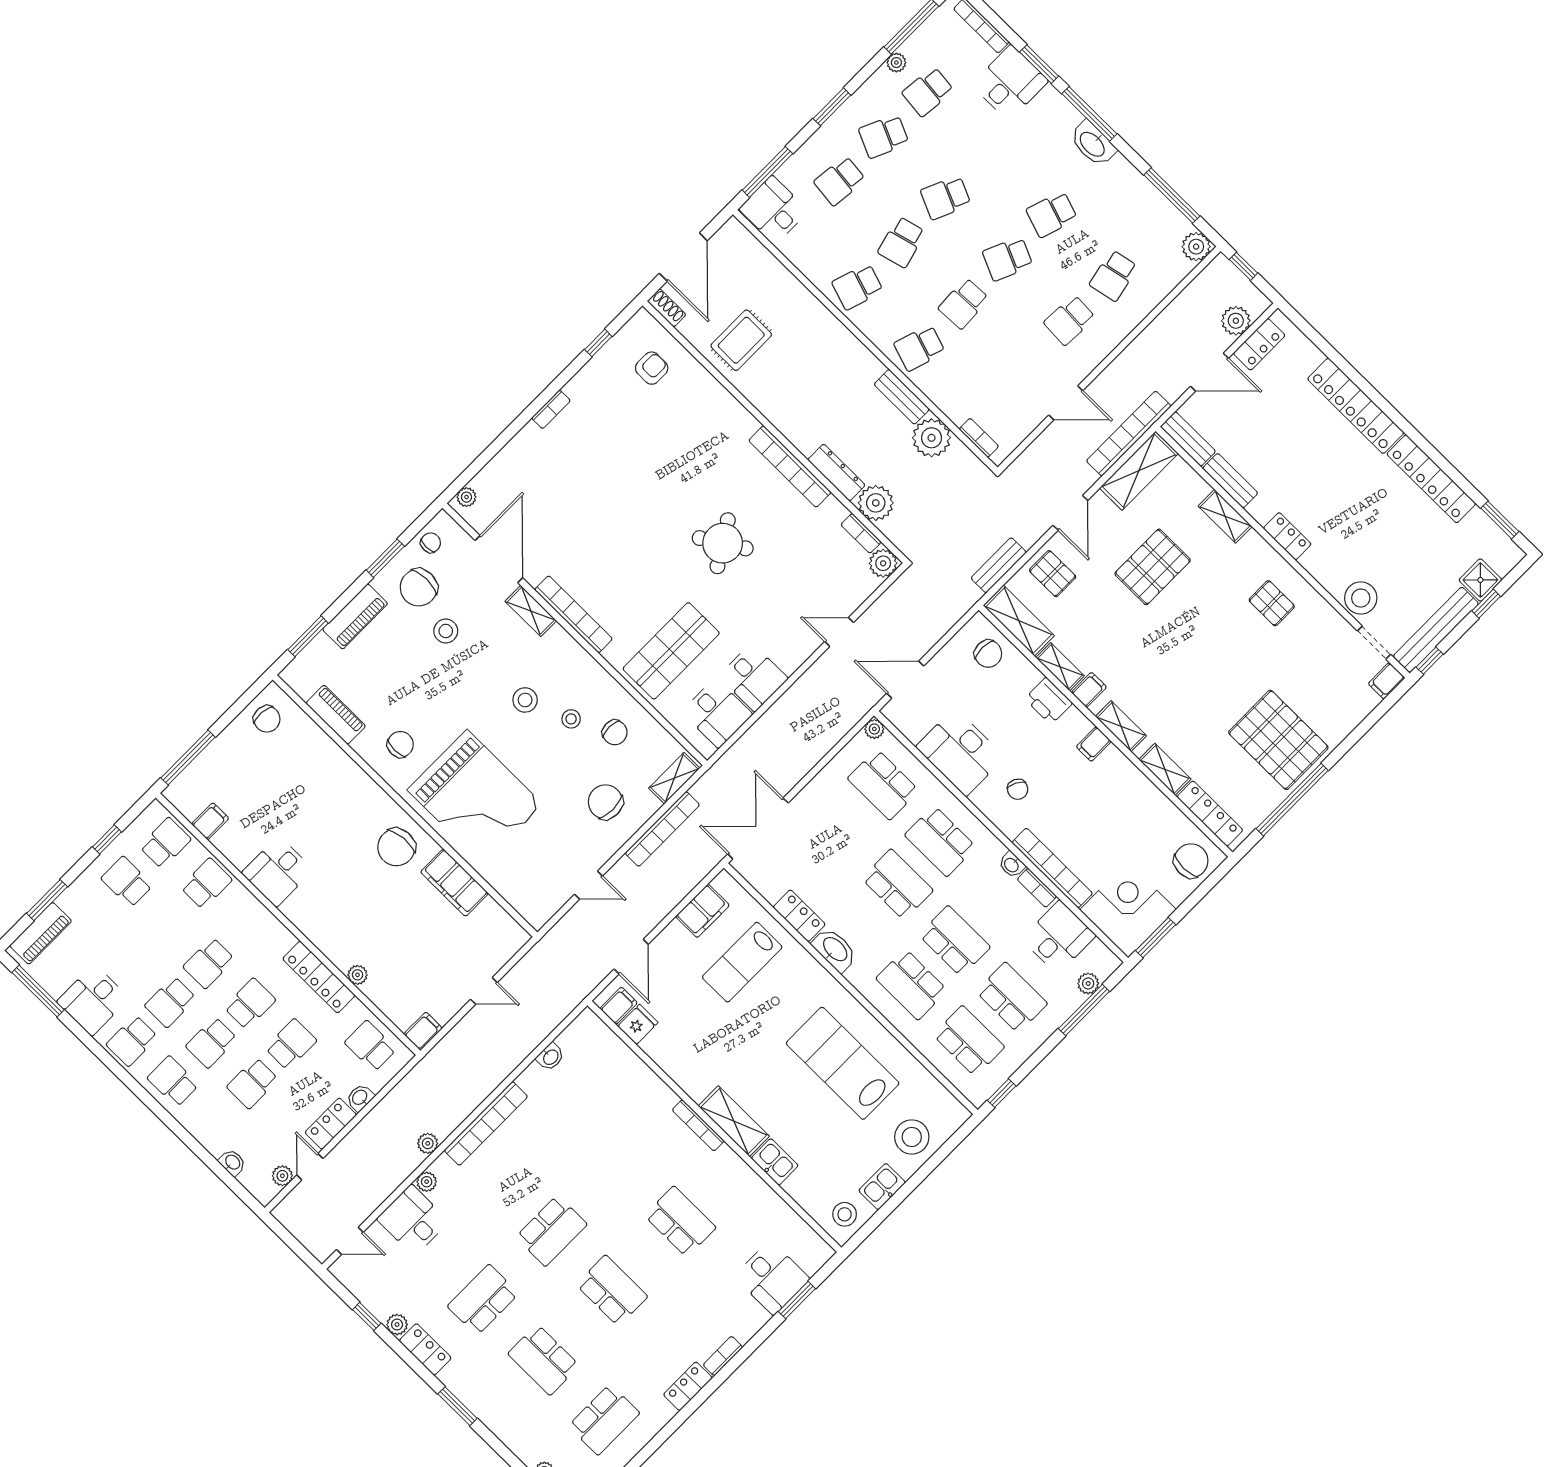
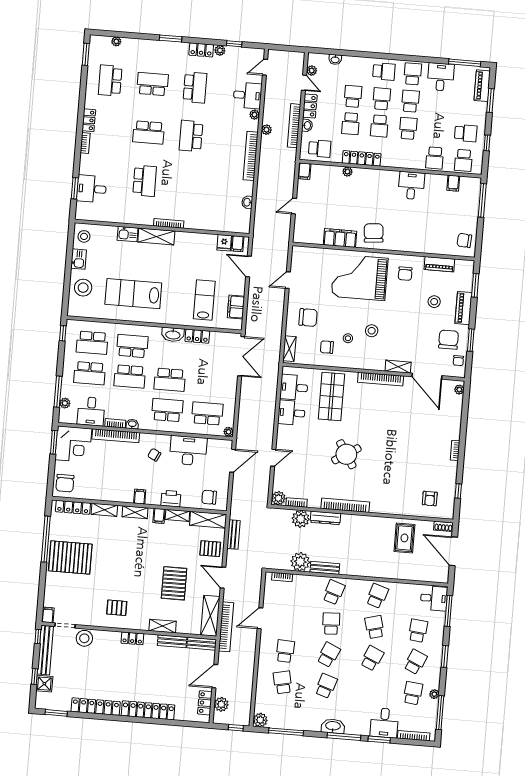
stool: (446, 631) -> (434, 302), moved
bookcase: (662, 829) -> (294, 126), moved
lab bench: (843, 1063) -> (133, 294), turned 180
school desk: (680, 1222) -> (145, 181), turned -90

